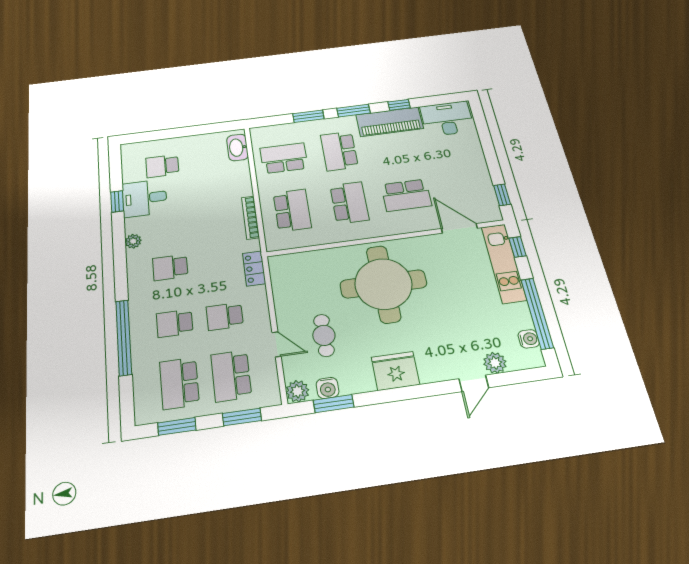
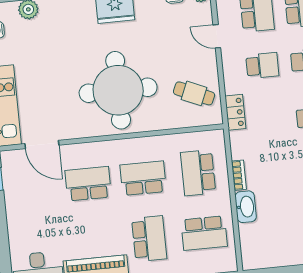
washbasin: (237, 147) -> (246, 207), moved
school desk: (349, 203) -> (143, 178), turned 90
bookcase: (250, 218) -> (239, 175), width x0.64
cafe table: (324, 335) -> (194, 93), moved, turned -67

